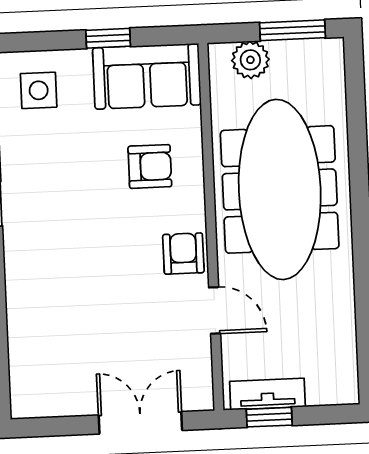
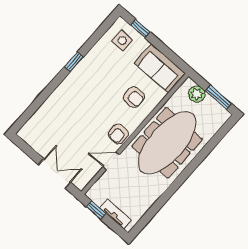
window: (108, 38) -> (140, 28), moved
armchair: (183, 254) -> (118, 134), turned 180
door: (215, 310) -> (111, 161), swing flipped
tv unit: (267, 394) -> (116, 214), moved

